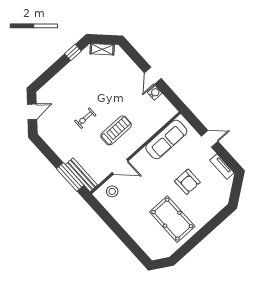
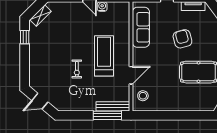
door: (32, 112) -> (40, 101), swing flipped
treadmill: (116, 130) -> (104, 56), width x1.37, depth x1.38
armchair: (187, 182) -> (182, 39), turned -105

